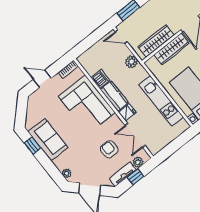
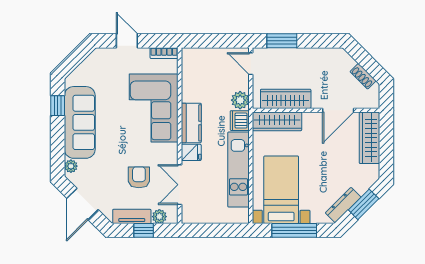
wardrobe: (172, 49) -> (277, 121), moved
dishwasher: (100, 79) -> (240, 121), moved, turned 180
sofa: (48, 140) -> (80, 122), width x1.36

